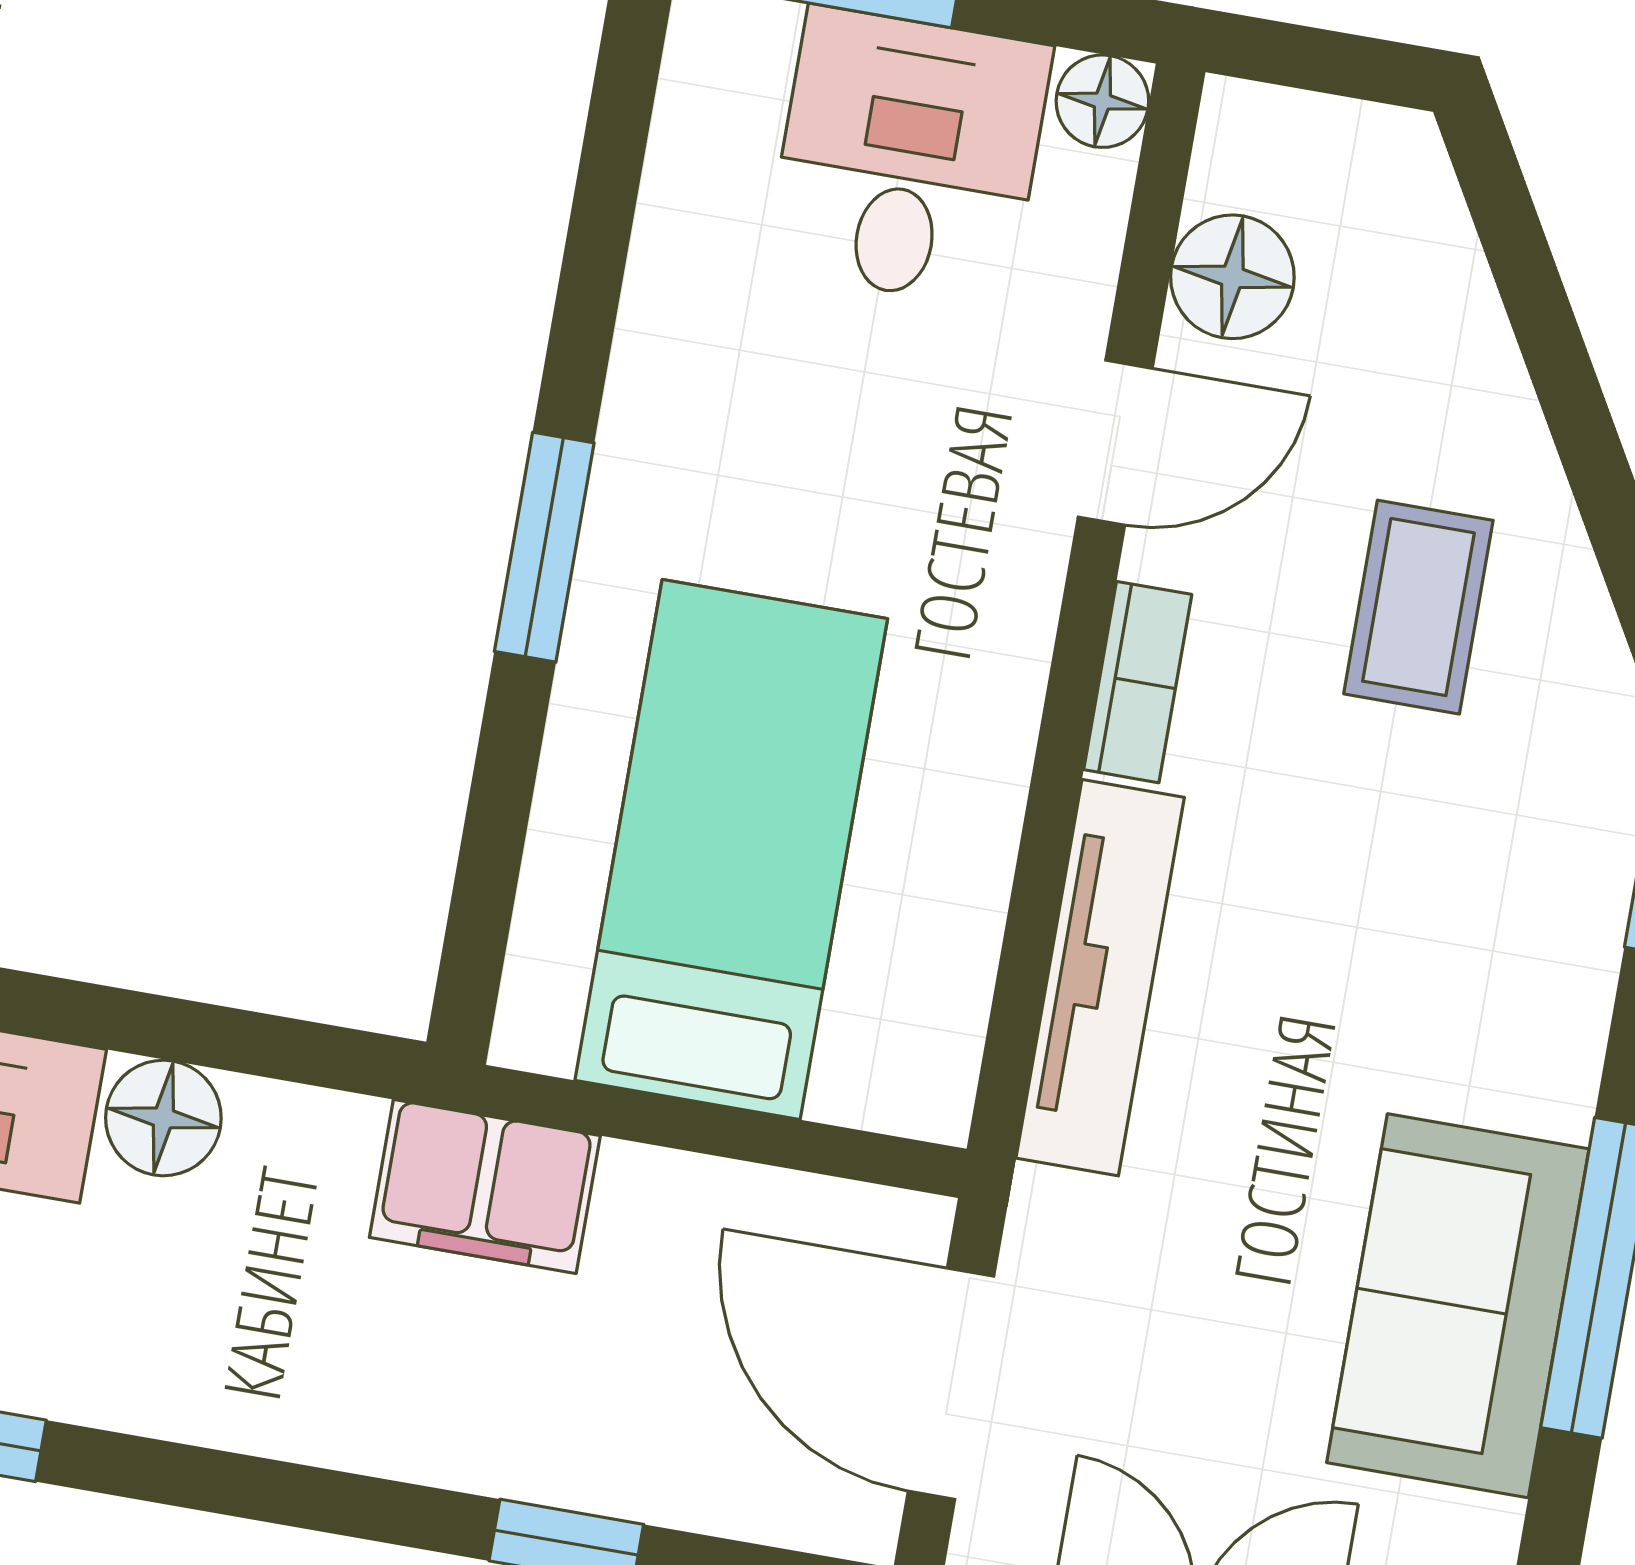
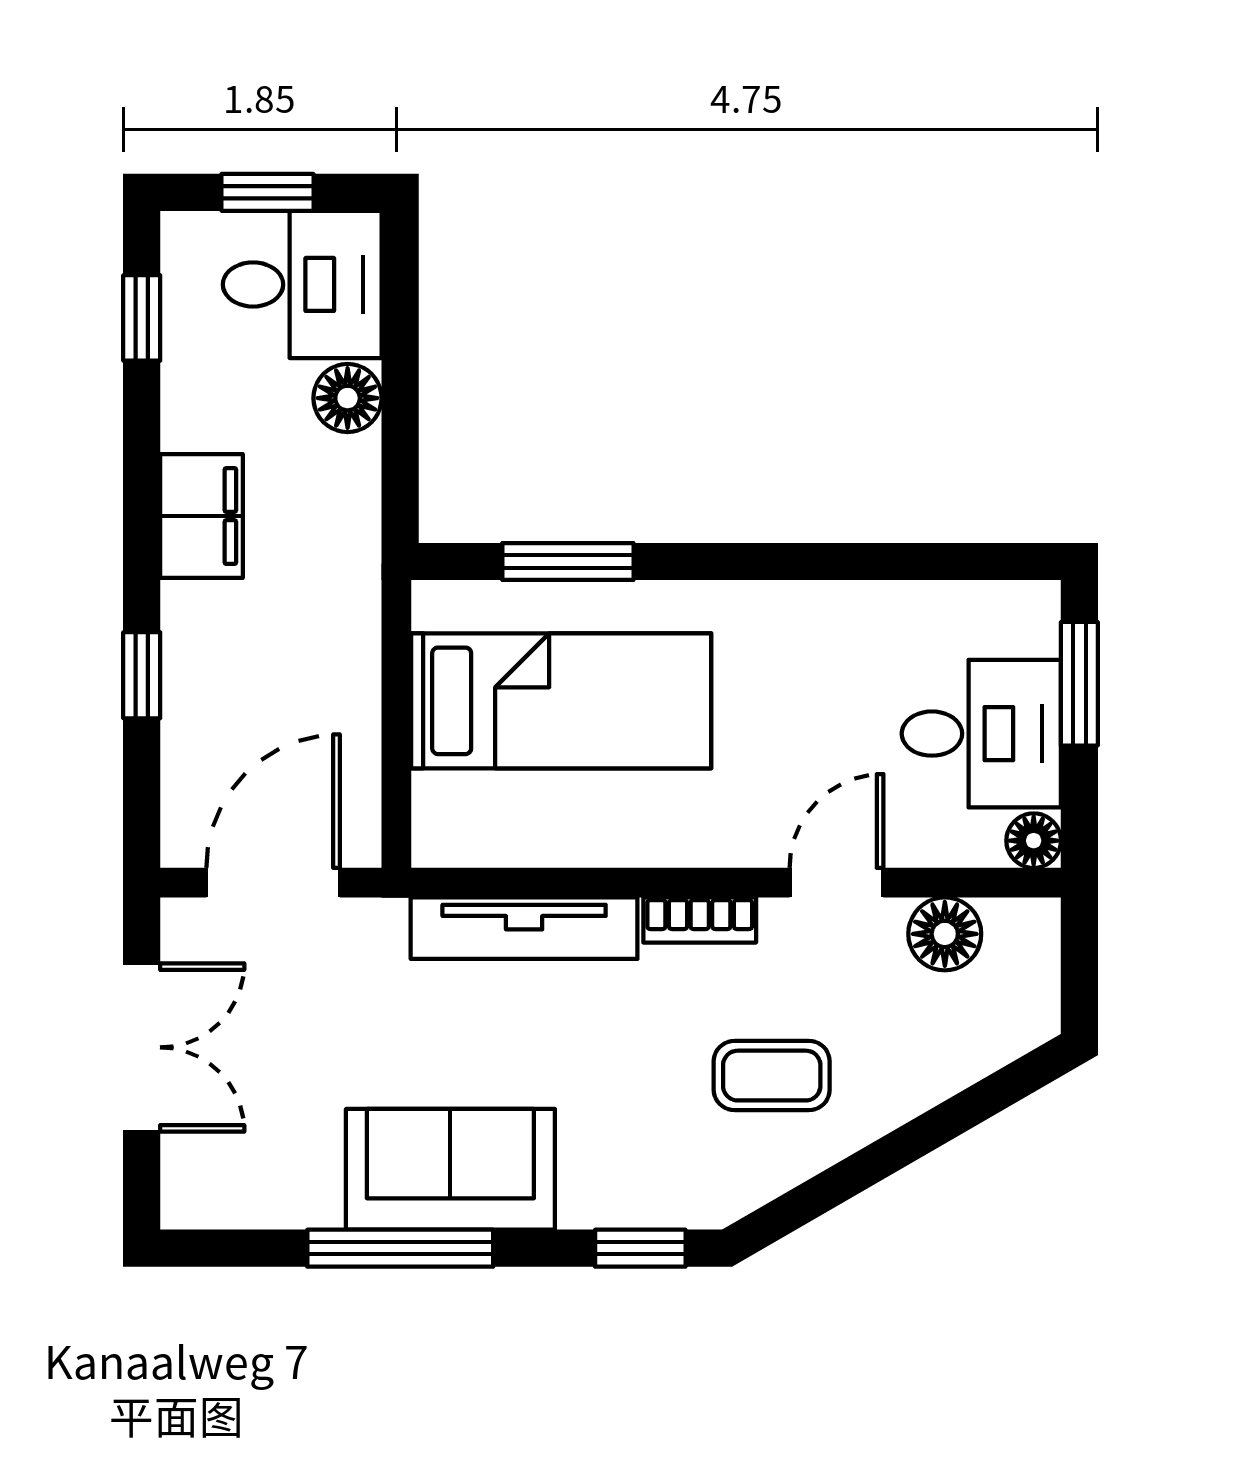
door: (1115, 443) -> (837, 883), swing flipped
window: (544, 547) -> (568, 562), moved
filing cabinet: (485, 1186) -> (201, 516), moved, turned 180
sofa: (1458, 1306) -> (450, 1169), moved

